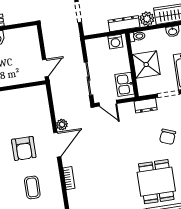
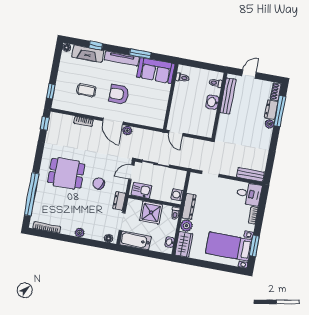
chair: (168, 137) -> (99, 183), moved
dining table: (156, 182) -> (66, 173), moved

